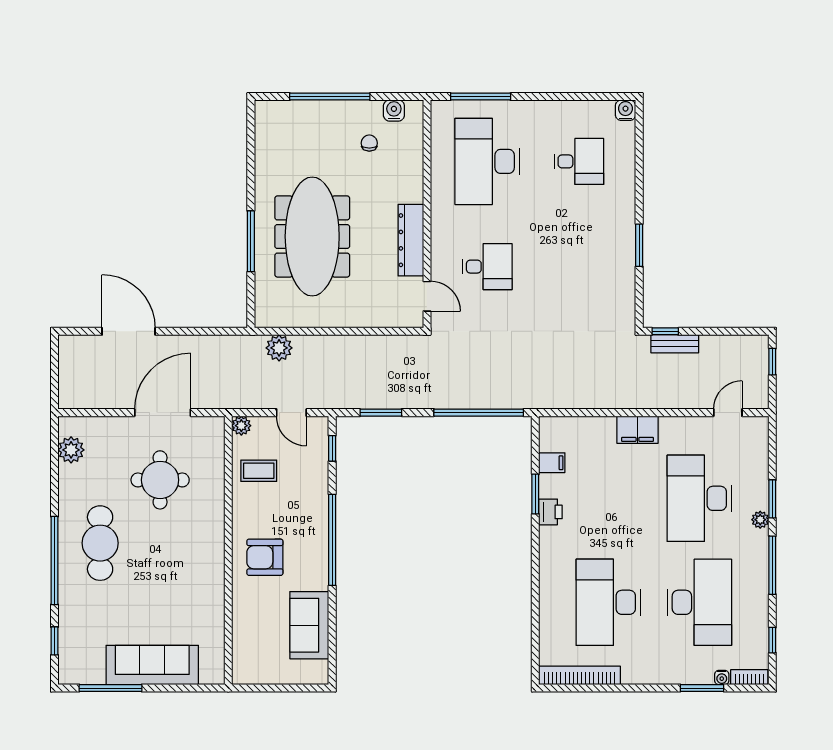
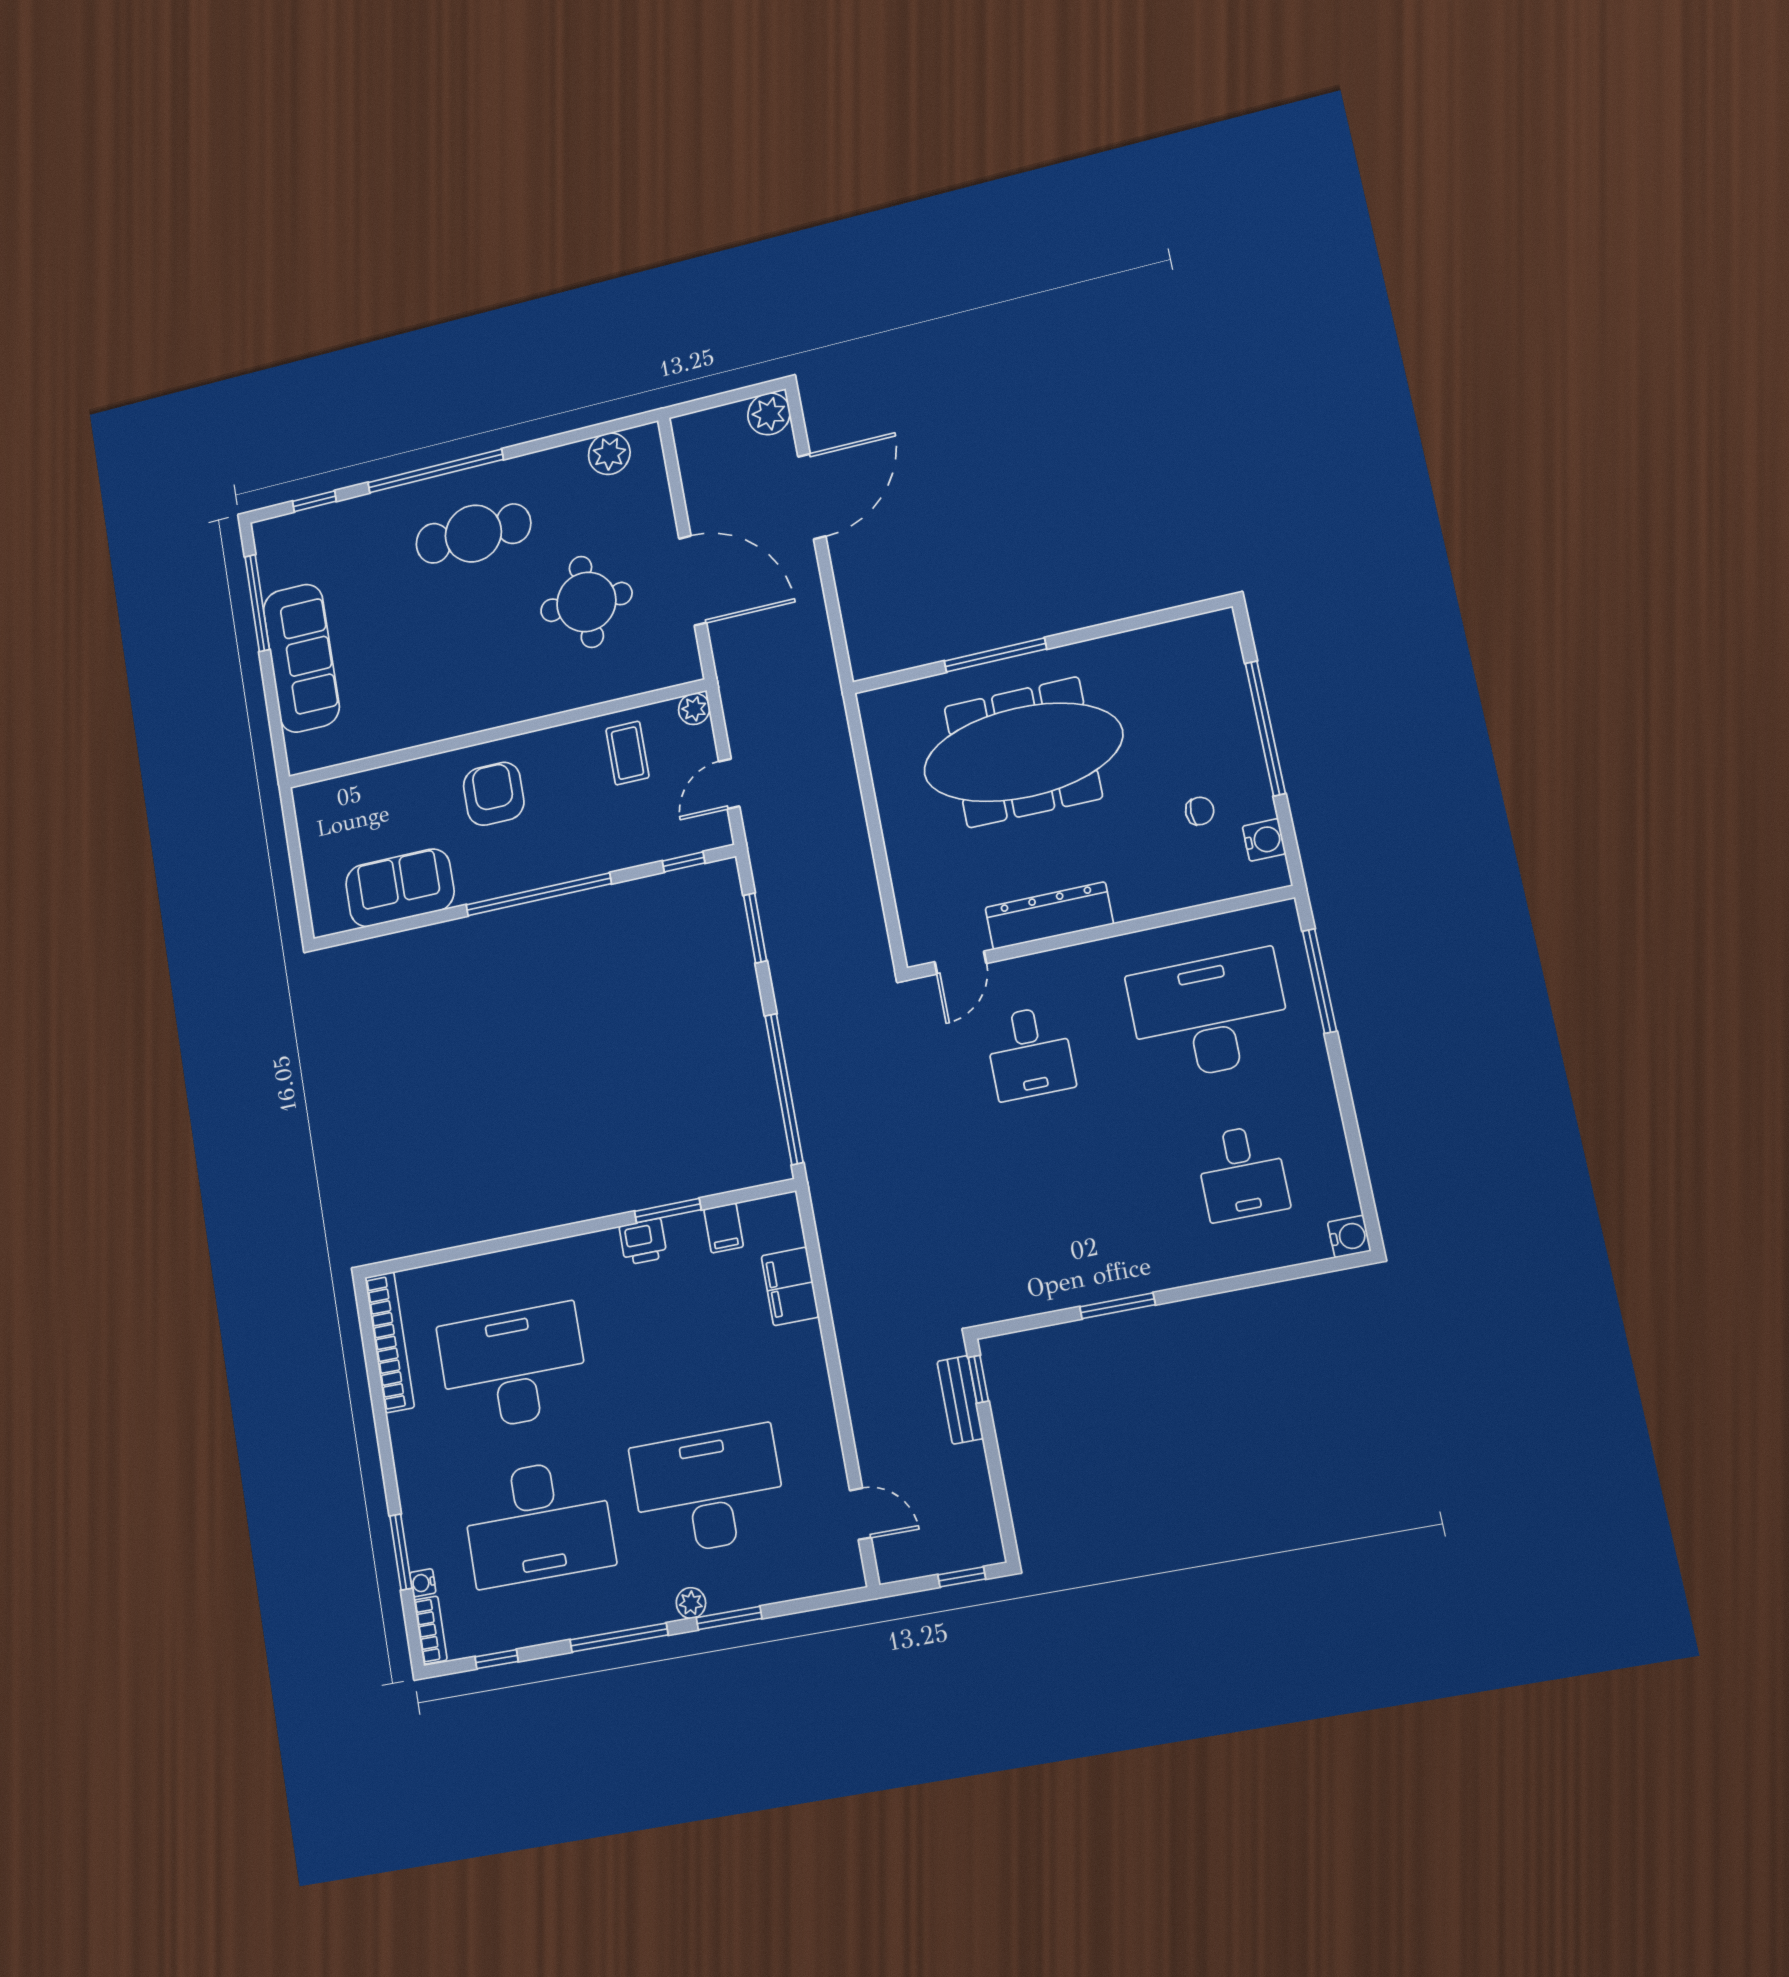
plant: (279, 348) -> (769, 414), moved
filing cabinet: (637, 430) -> (790, 1286), moved

